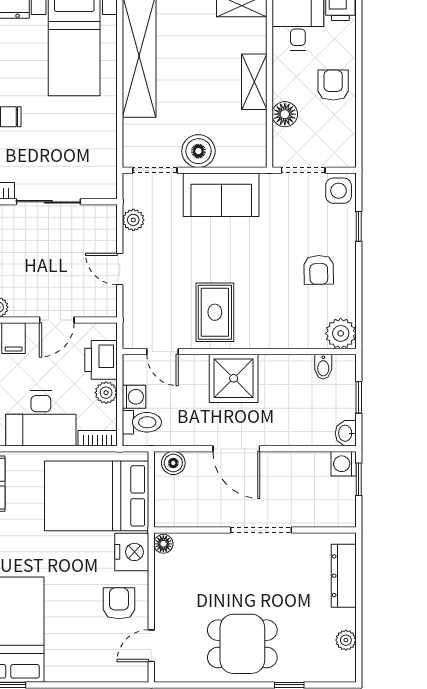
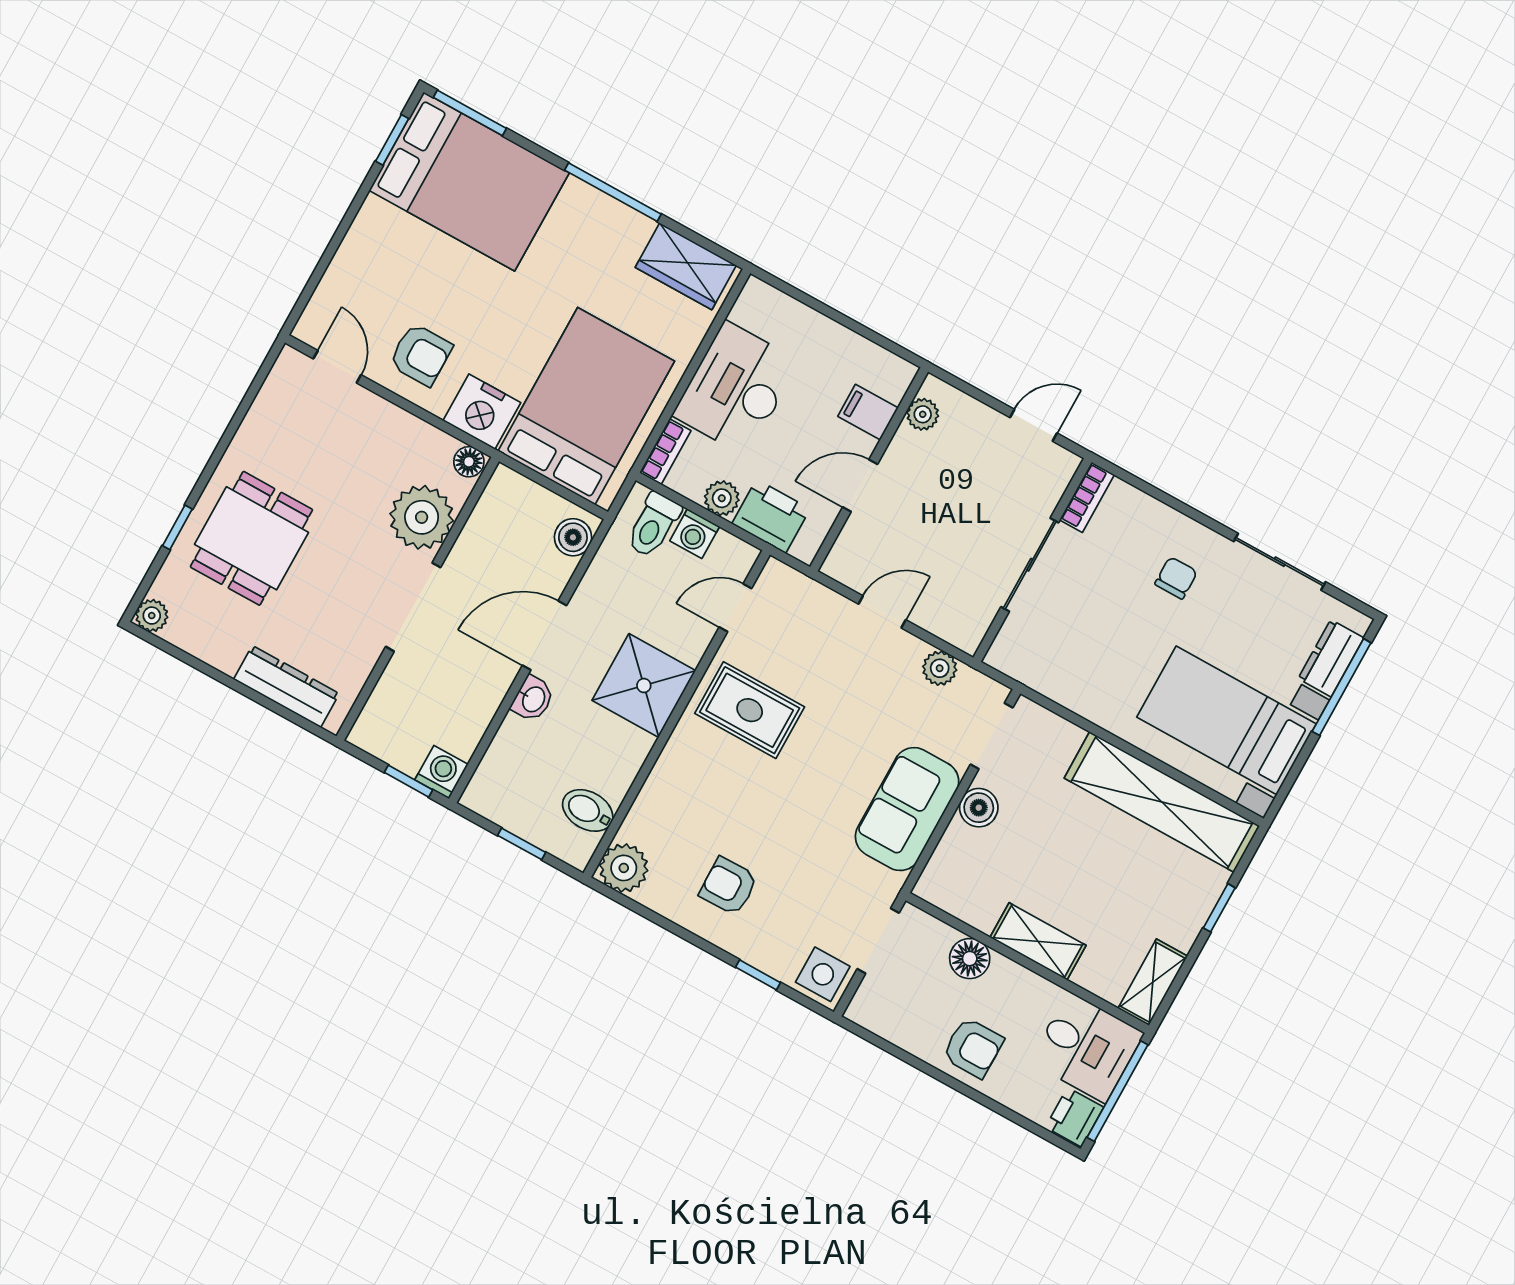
boiler: (198, 151) -> (979, 808), width x0.73, depth x0.73
door: (57, 320) -> (860, 486), hinge flipped
bidet: (323, 367) -> (588, 810), width x1.38, depth x1.36
washbasin: (346, 433) -> (533, 699), moved, turned 90
plant: (209, 553) -> (422, 517), added
plant: (346, 640) -> (152, 616), moved
dining table: (242, 644) -> (251, 538), moved

